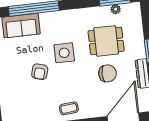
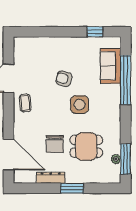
dining table: (106, 41) -> (86, 146), turned 90

